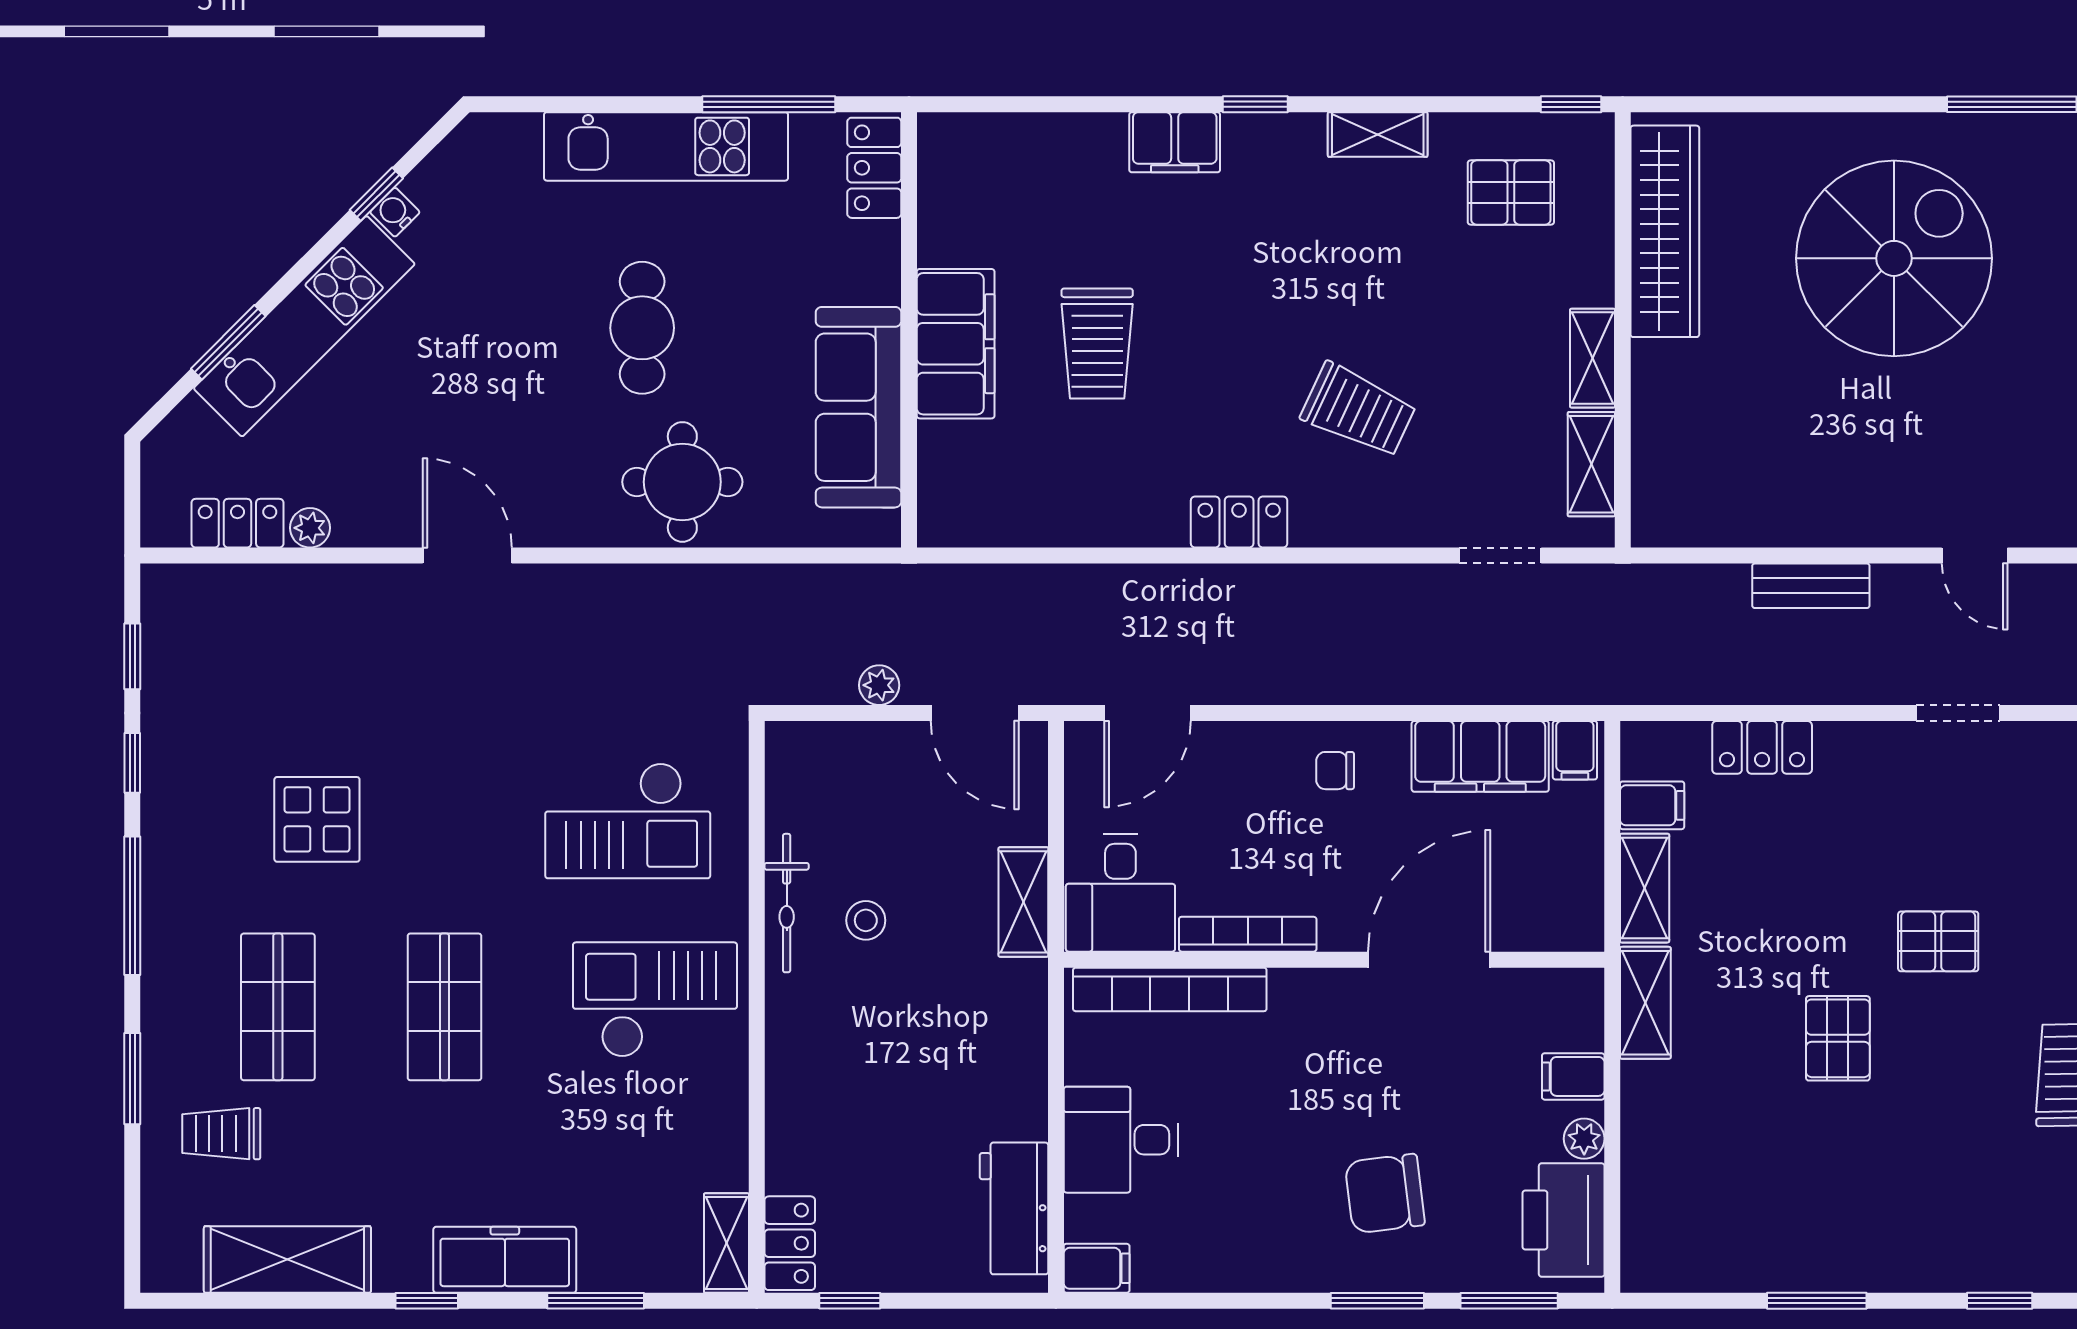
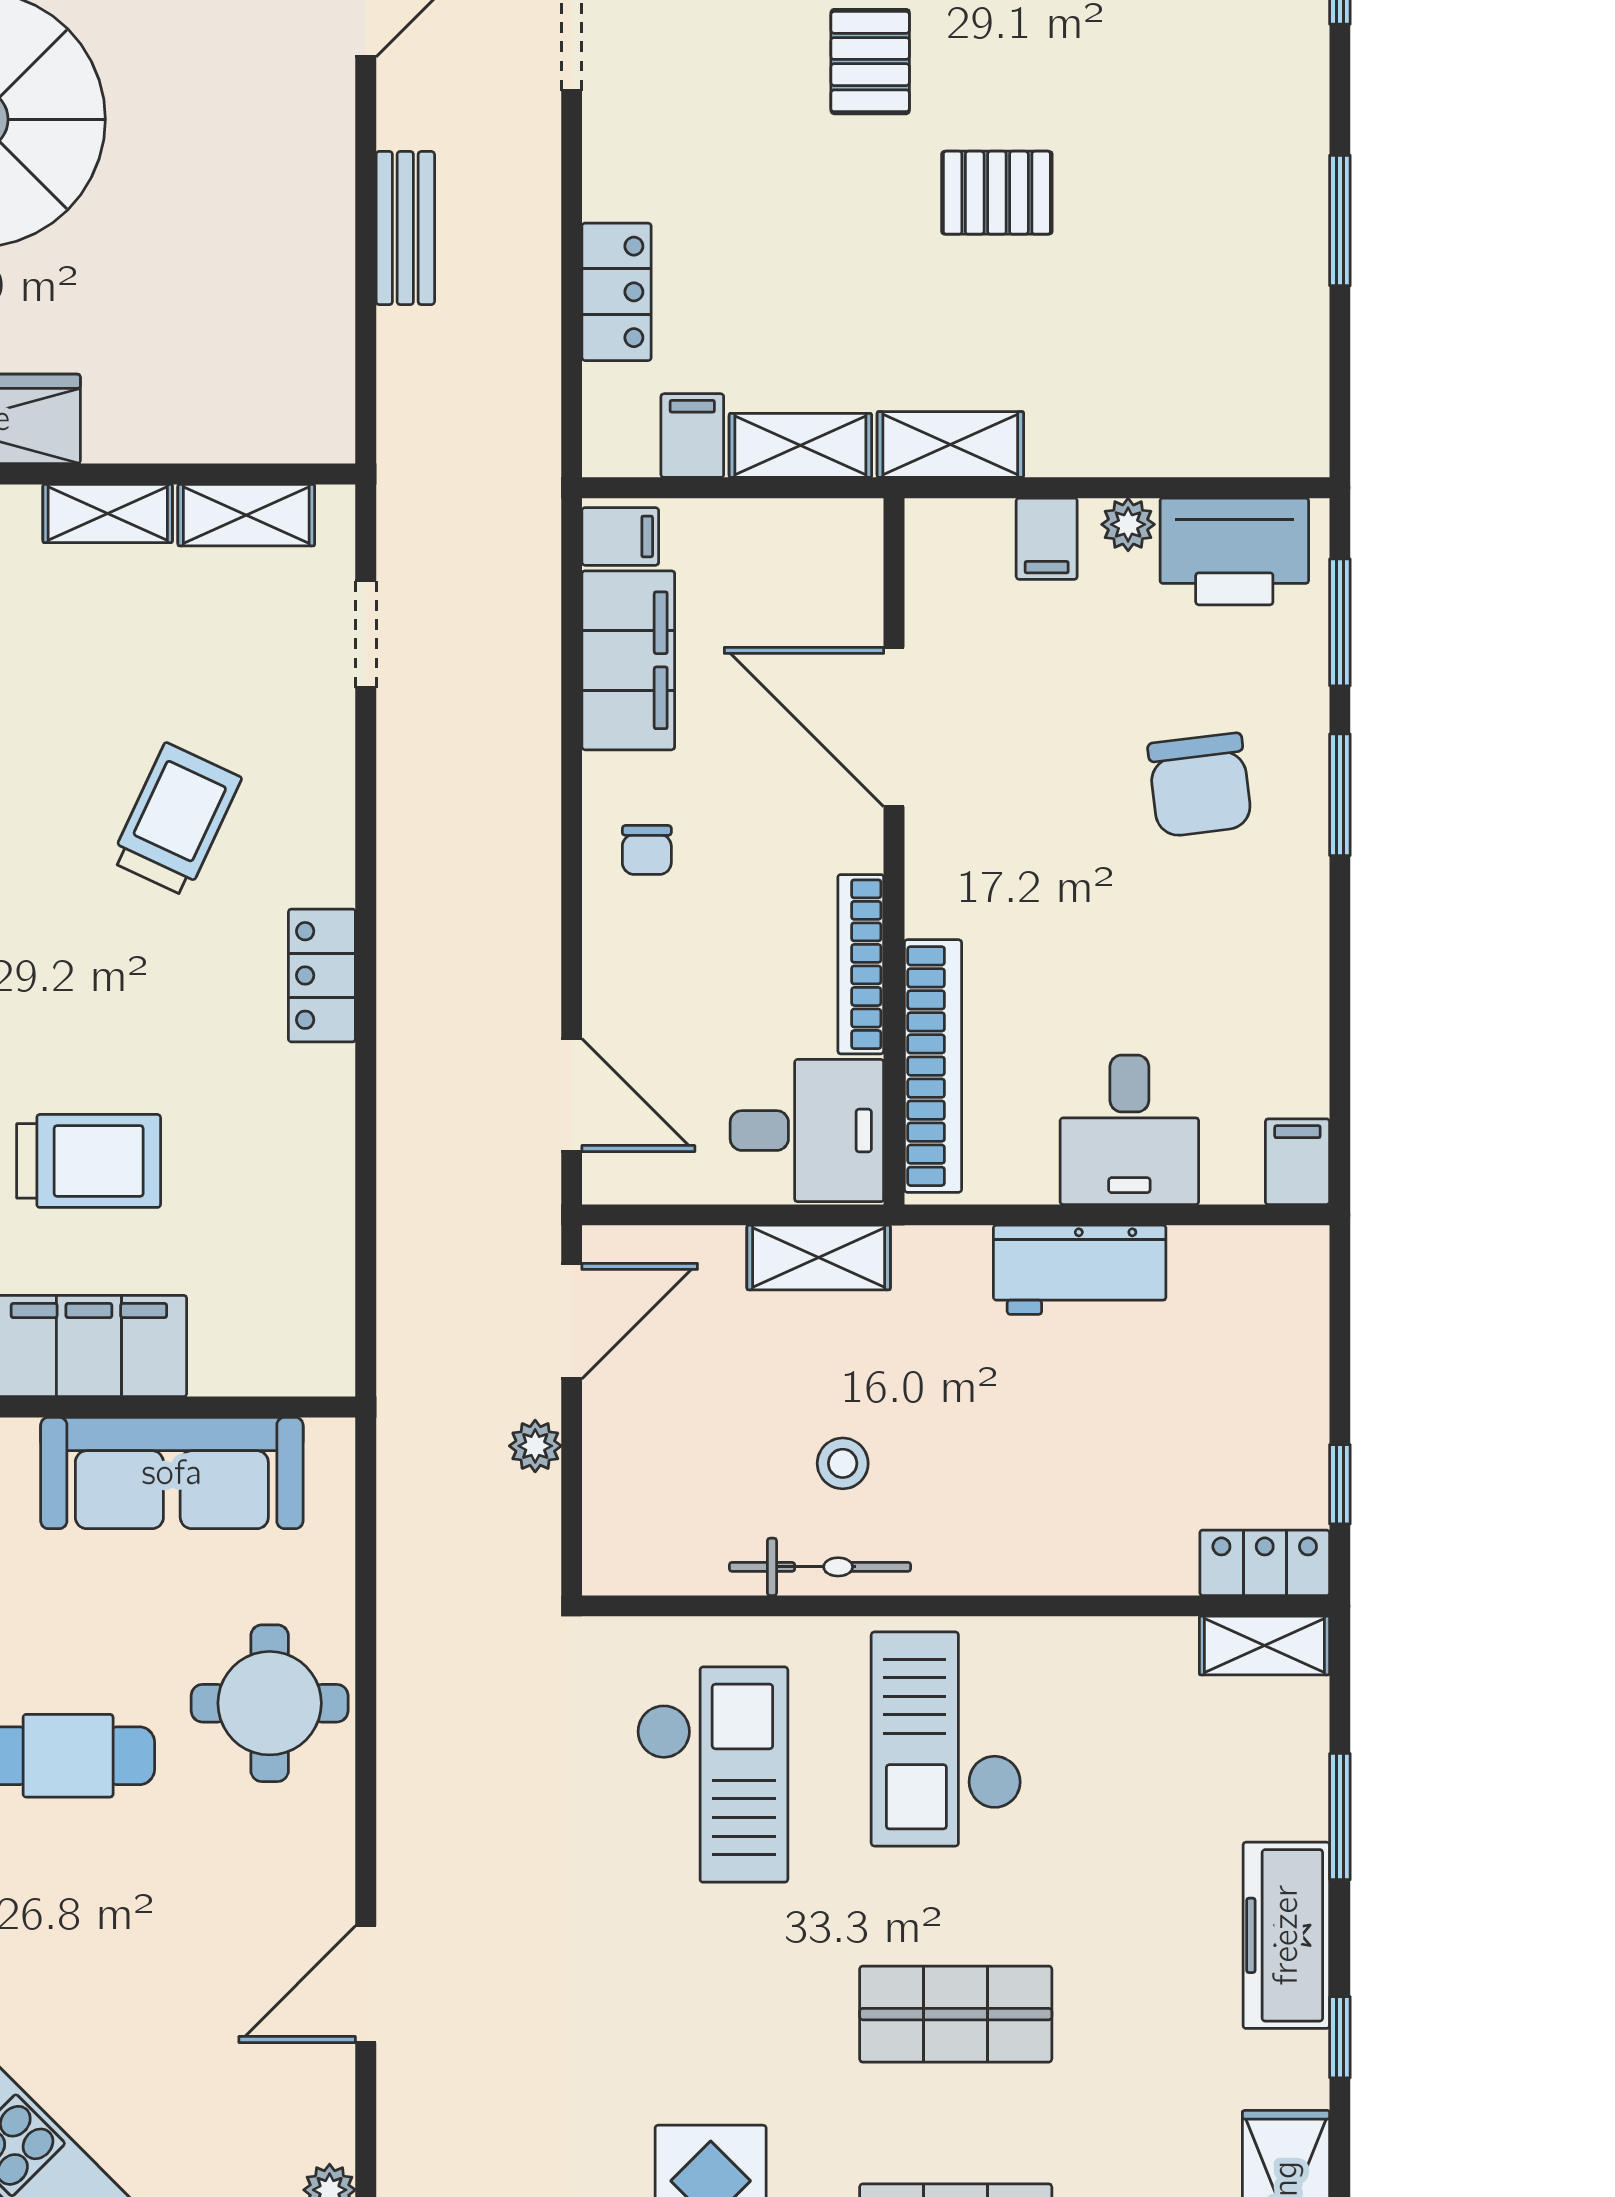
workbench: (1014, 1208) -> (1080, 1270), moved

